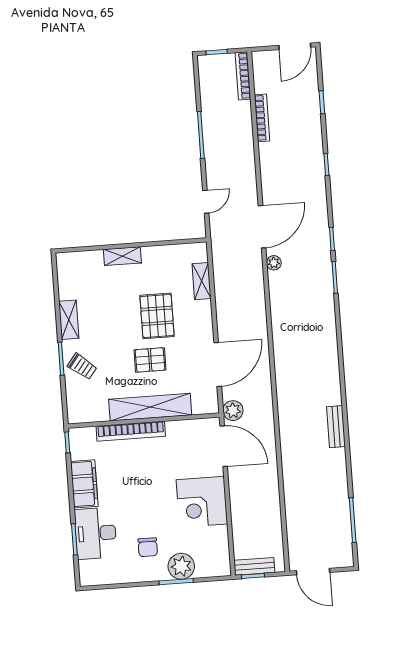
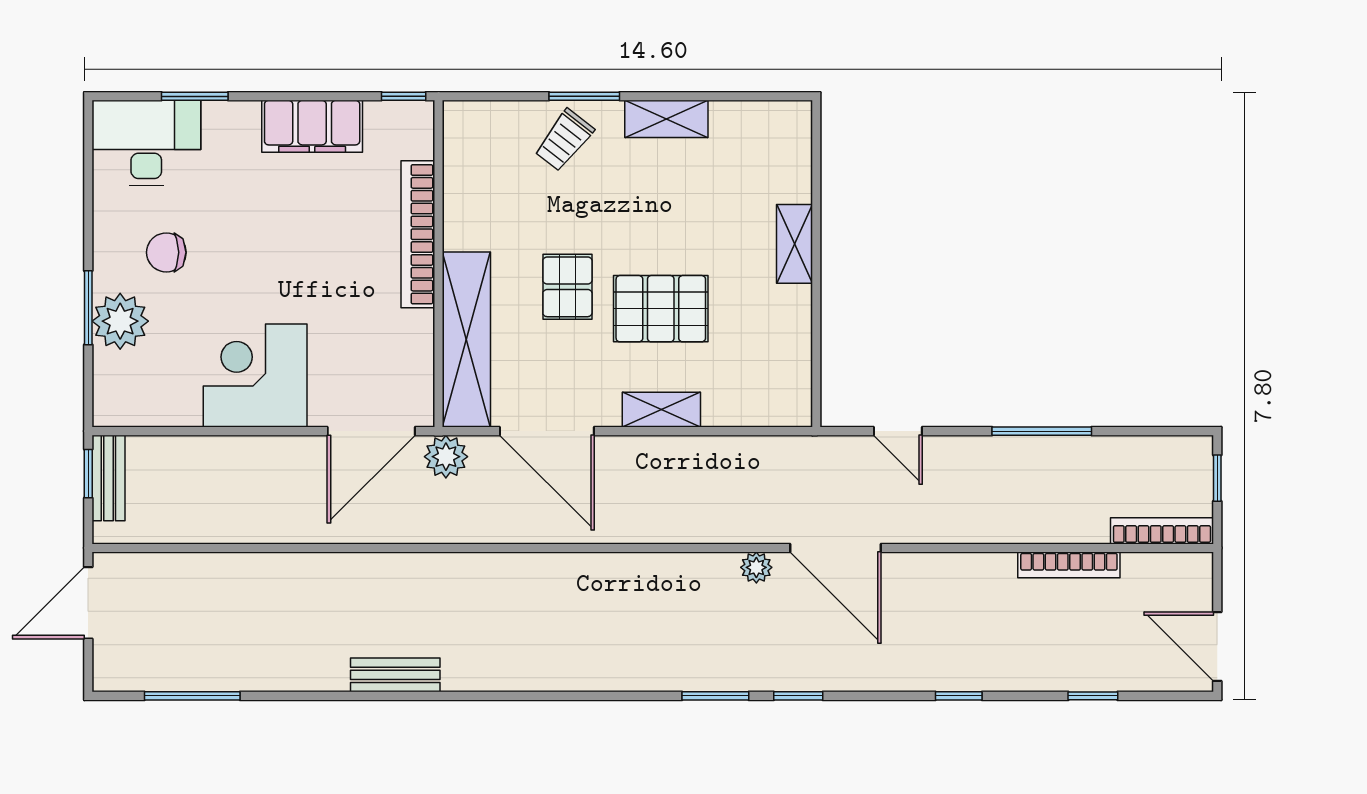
shelving: (202, 281) -> (661, 410), moved
shelving: (150, 407) -> (466, 340), moved
desk: (96, 533) -> (146, 143), moved

